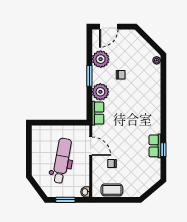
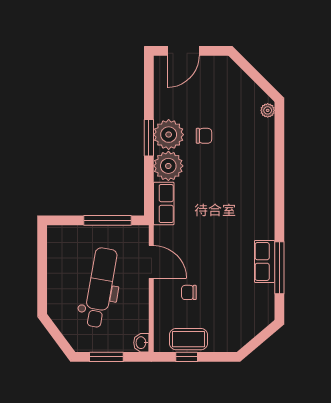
plant: (101, 59) -> (169, 135), moved
window: (66, 123) -> (107, 220), added
window: (163, 150) -> (279, 268), width x2.17
window: (111, 200) -> (187, 357), added

